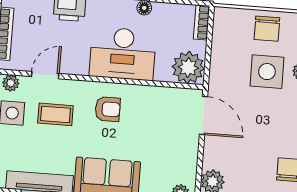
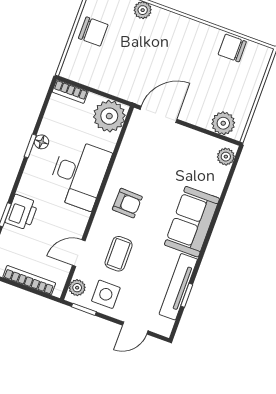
side table: (267, 72) -> (134, 43), removed
door: (45, 75) -> (79, 253), hinge flipped
armchair: (108, 109) -> (127, 203), turned 92

